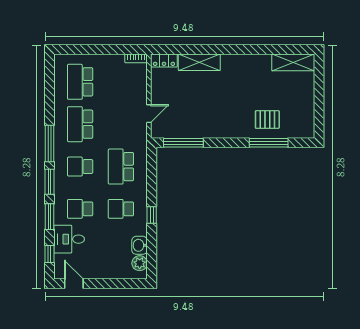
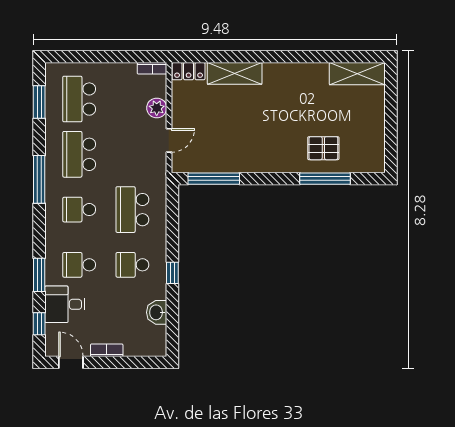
window: (49, 182) -> (39, 102), moved
plant: (140, 263) -> (157, 108), moved
bookcase: (101, 274) -> (107, 350), added

